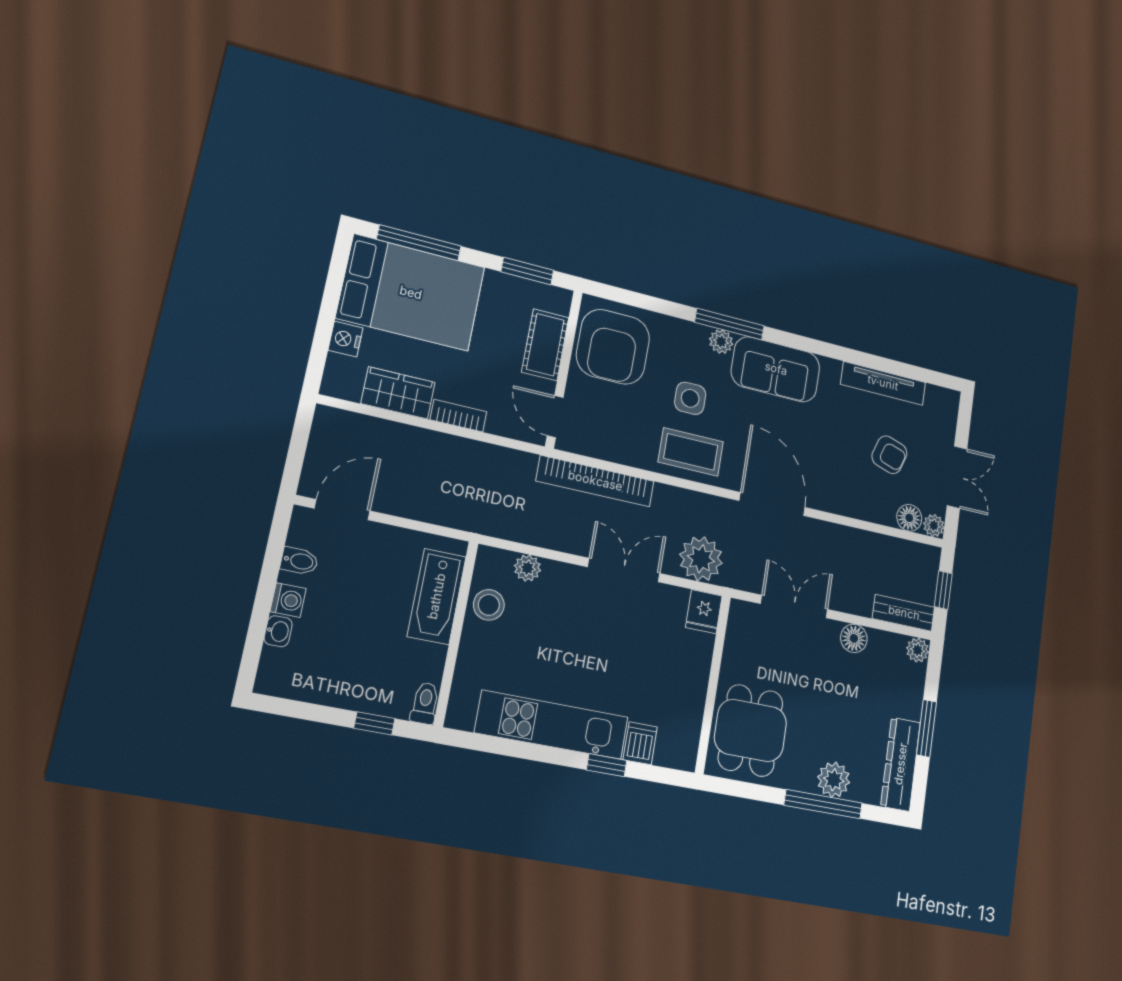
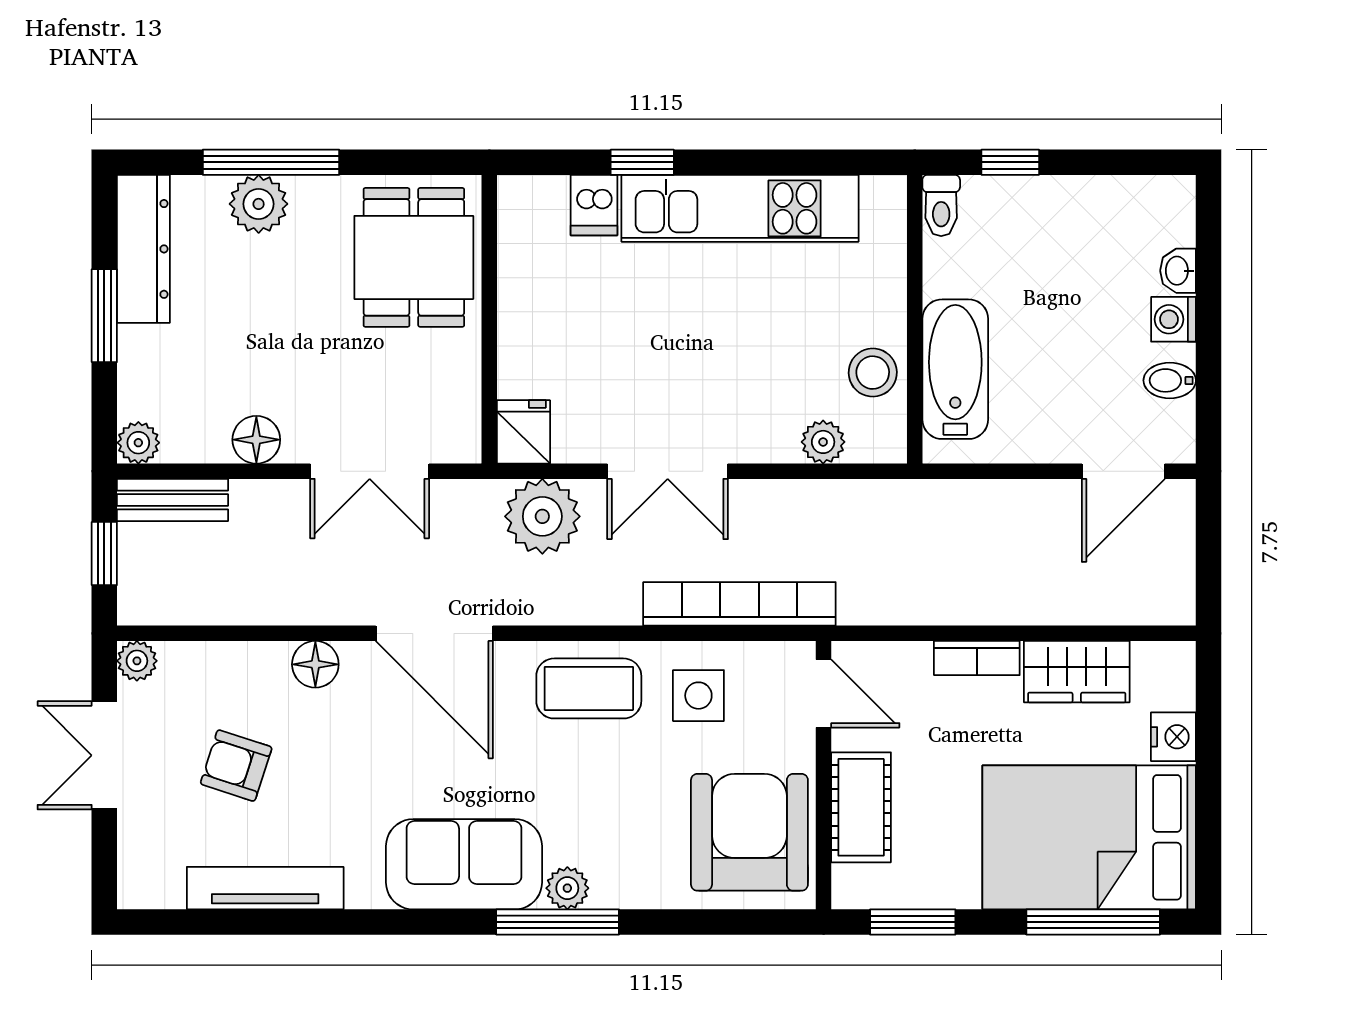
side table: (690, 398) -> (698, 696), moved
floor lamp: (909, 518) -> (315, 664), moved

